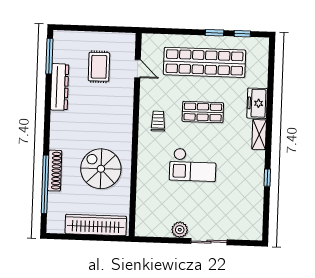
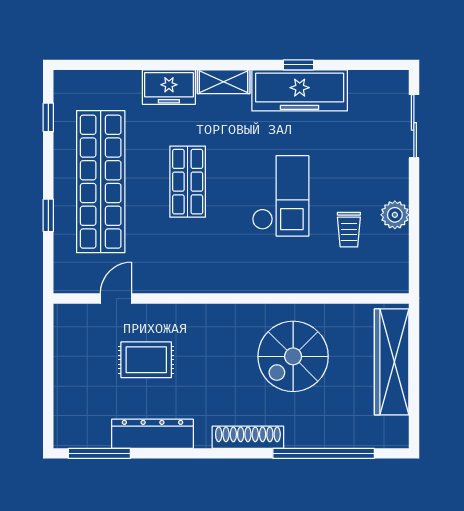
window: (214, 33) -> (48, 215), moved
rug: (99, 67) -> (146, 360), moved
trolley: (158, 121) -> (349, 230), moved, turned -90
shoe rack: (55, 171) -> (248, 437), moved
freezer: (253, 178) -> (300, 90), added
sliding door: (209, 242) -> (414, 126), moved

